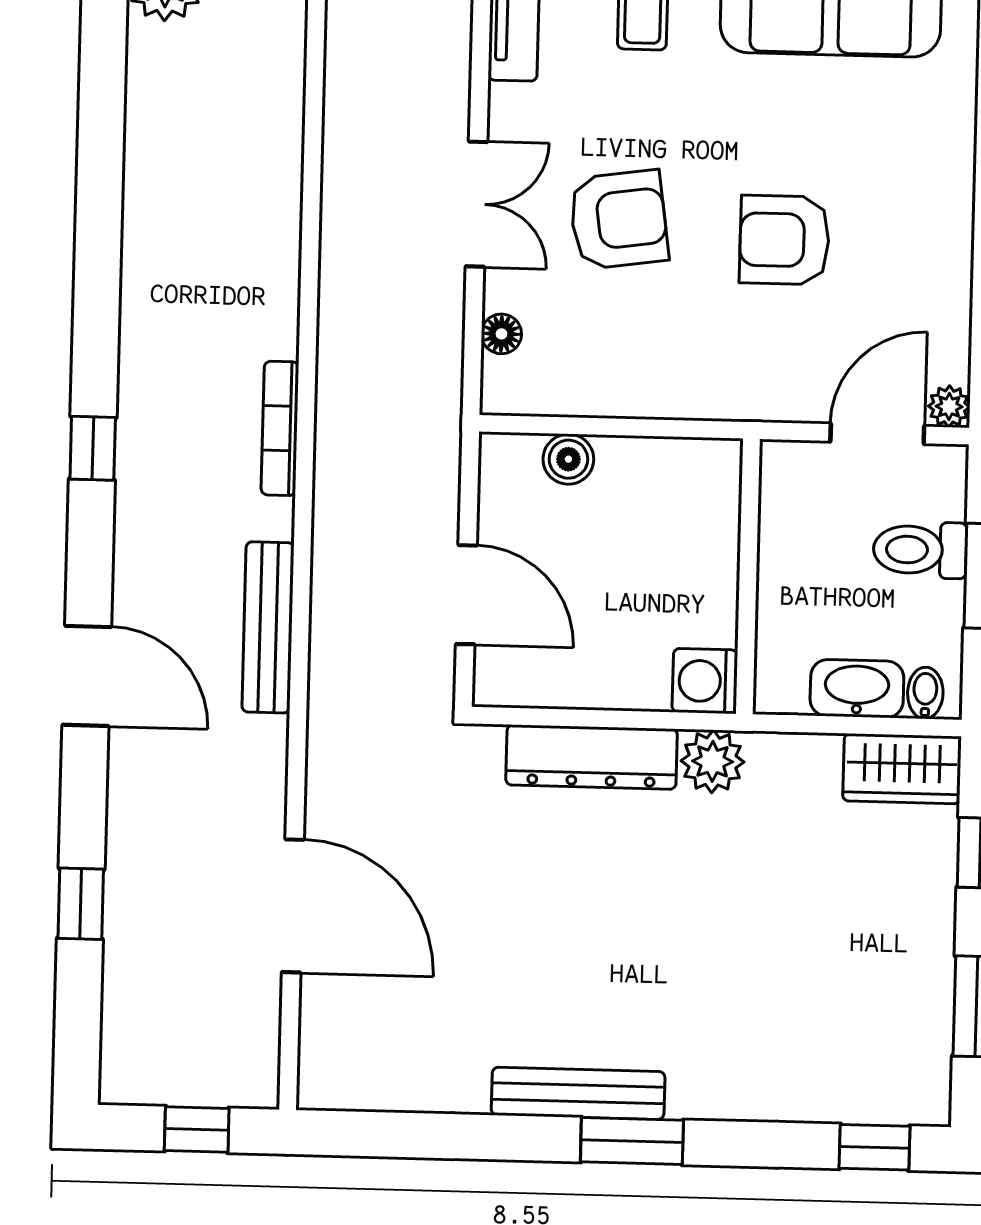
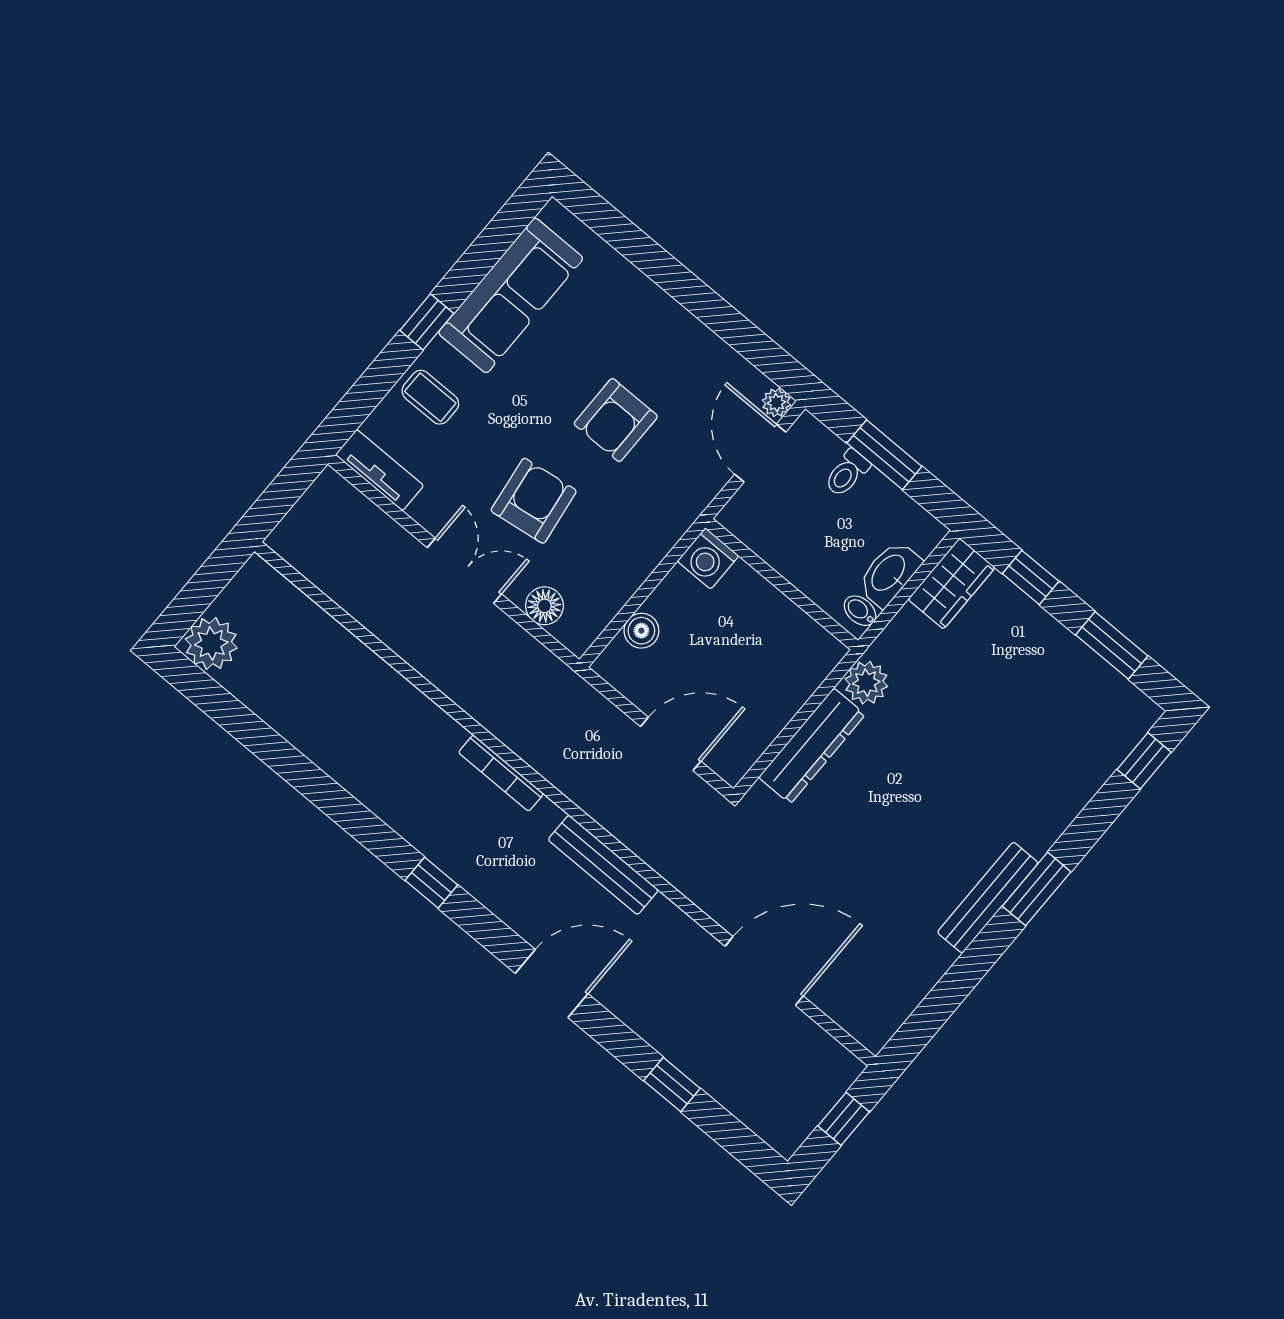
floor lamp: (501, 334) -> (544, 606), width x1.37, depth x1.37
toilet: (920, 550) -> (847, 473), width x0.73, depth x0.72
washing machine: (705, 681) -> (708, 559), moved
bidet: (925, 693) -> (860, 611), moved

